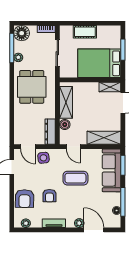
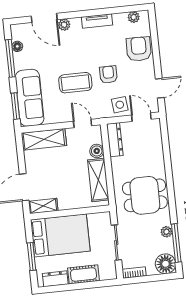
dresser: (107, 31) -> (55, 279), added
dining table: (32, 87) -> (145, 195), turned 90
armchair: (49, 196) -> (108, 74), moved

